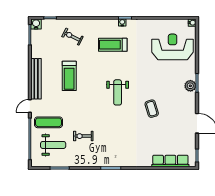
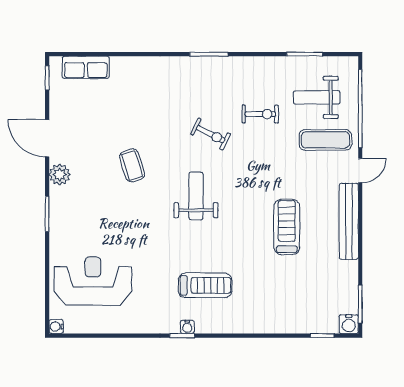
exercise bike: (72, 37) -> (211, 134), moved
reception desk: (173, 47) -> (93, 281), turned 180
plant: (190, 86) -> (60, 175), moved
row of seats: (170, 161) -> (86, 67), width x0.68

